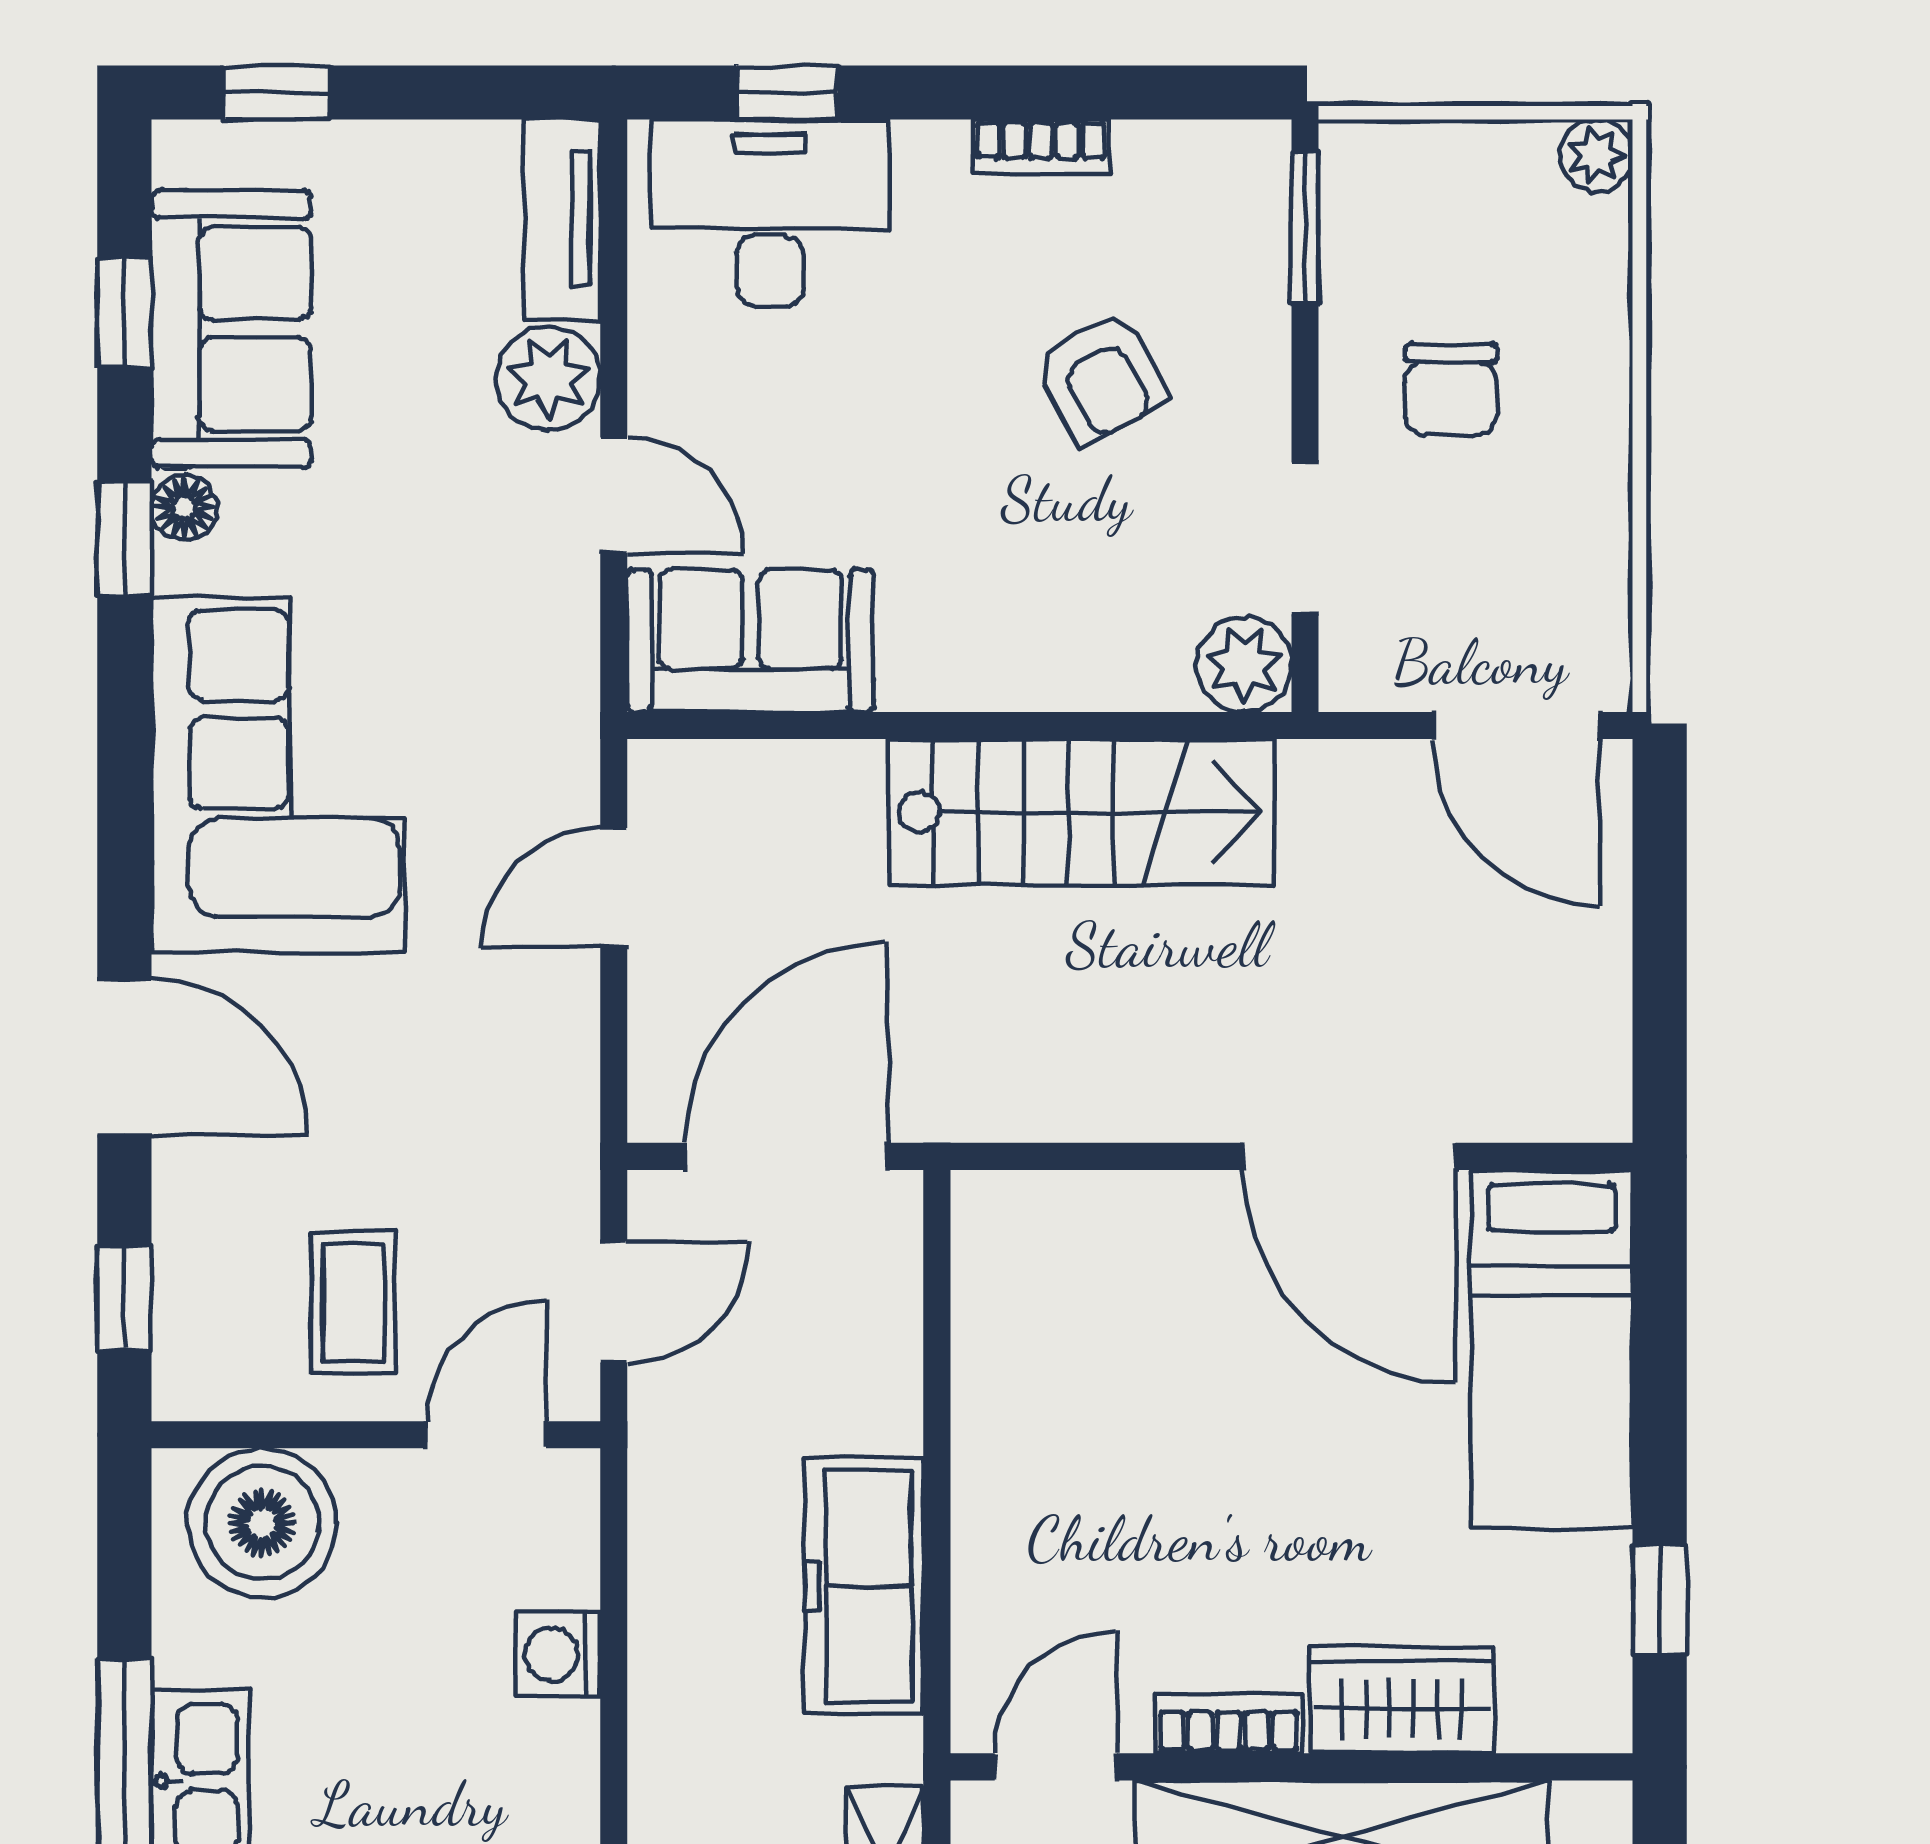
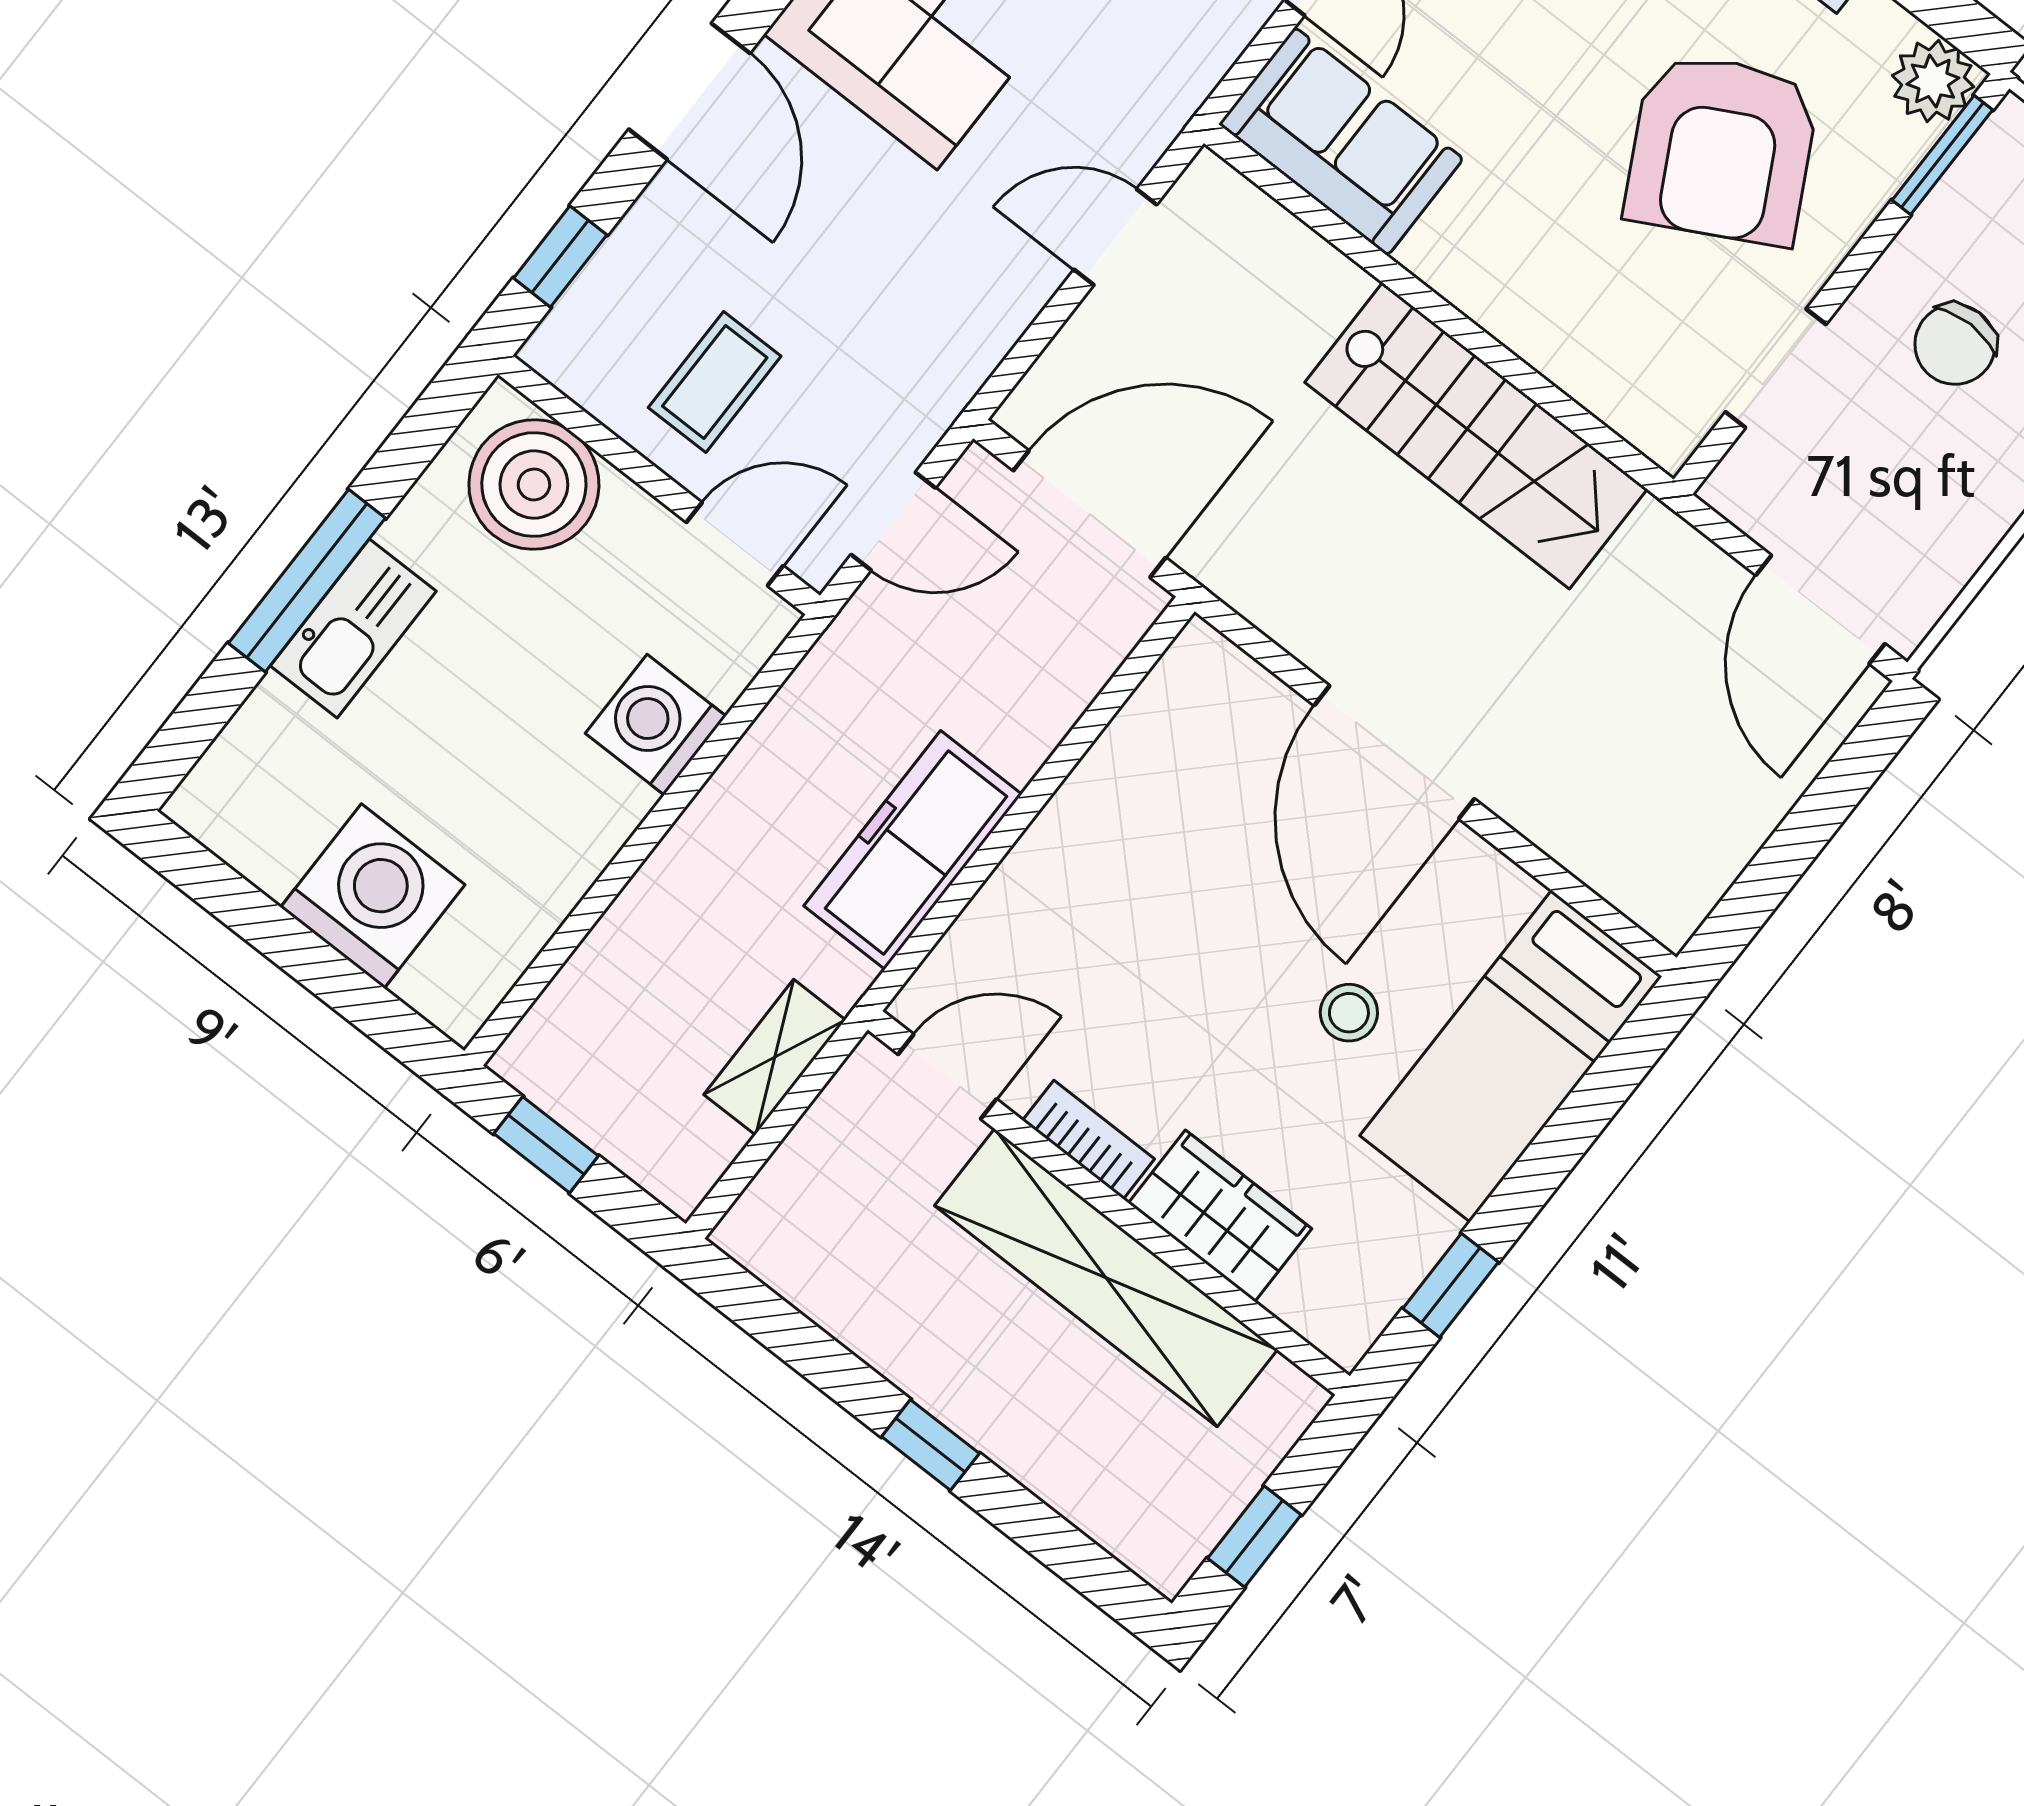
armchair: (1101, 378) -> (1722, 149), width x1.88, depth x1.88
plant: (1244, 665) -> (1933, 81), moved
door: (1349, 1156) -> (1394, 752), moved
stool: (1375, 1425) -> (1349, 1013), added
washing machine: (558, 1654) -> (656, 725), width x1.38, depth x1.38

